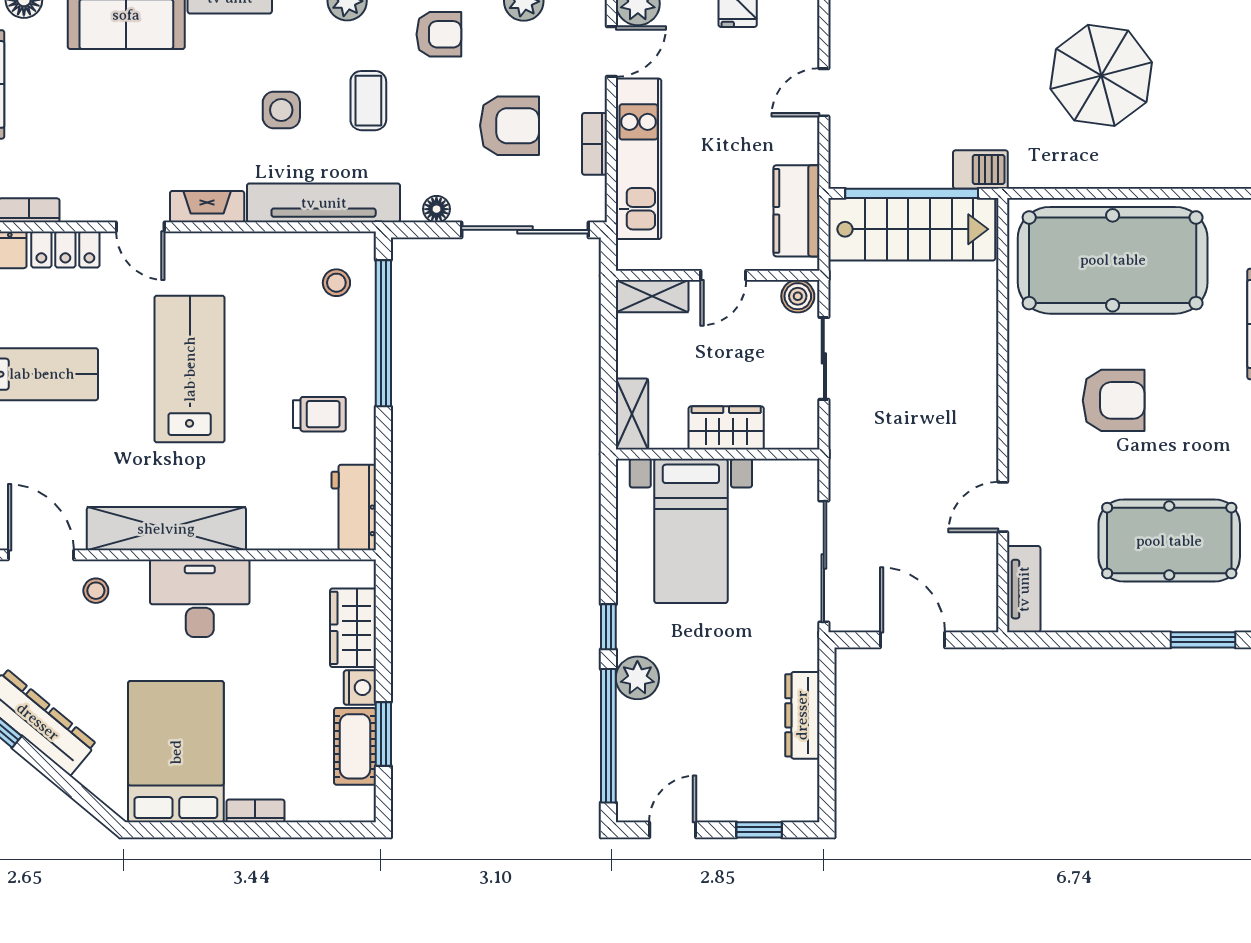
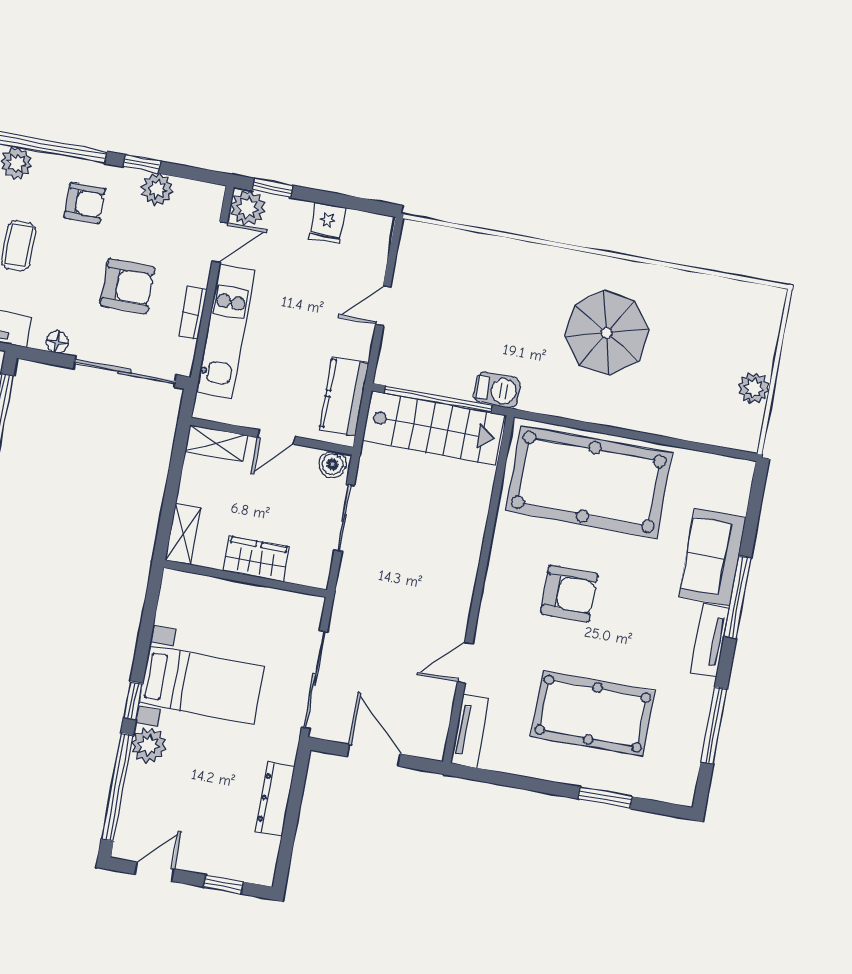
bed with nightstands: (691, 531) -> (202, 685), moved, turned -90

